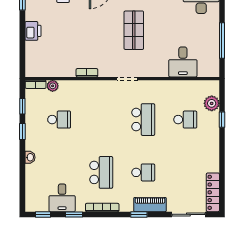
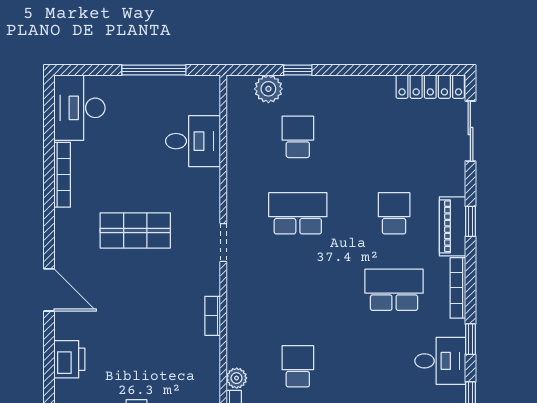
piano: (150, 205) -> (452, 226), moved

